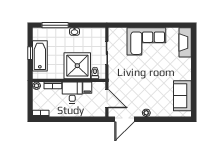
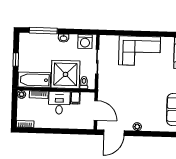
washing machine: (95, 34) -> (85, 42), added
bathtub: (40, 56) -> (34, 80), moved, turned -90

